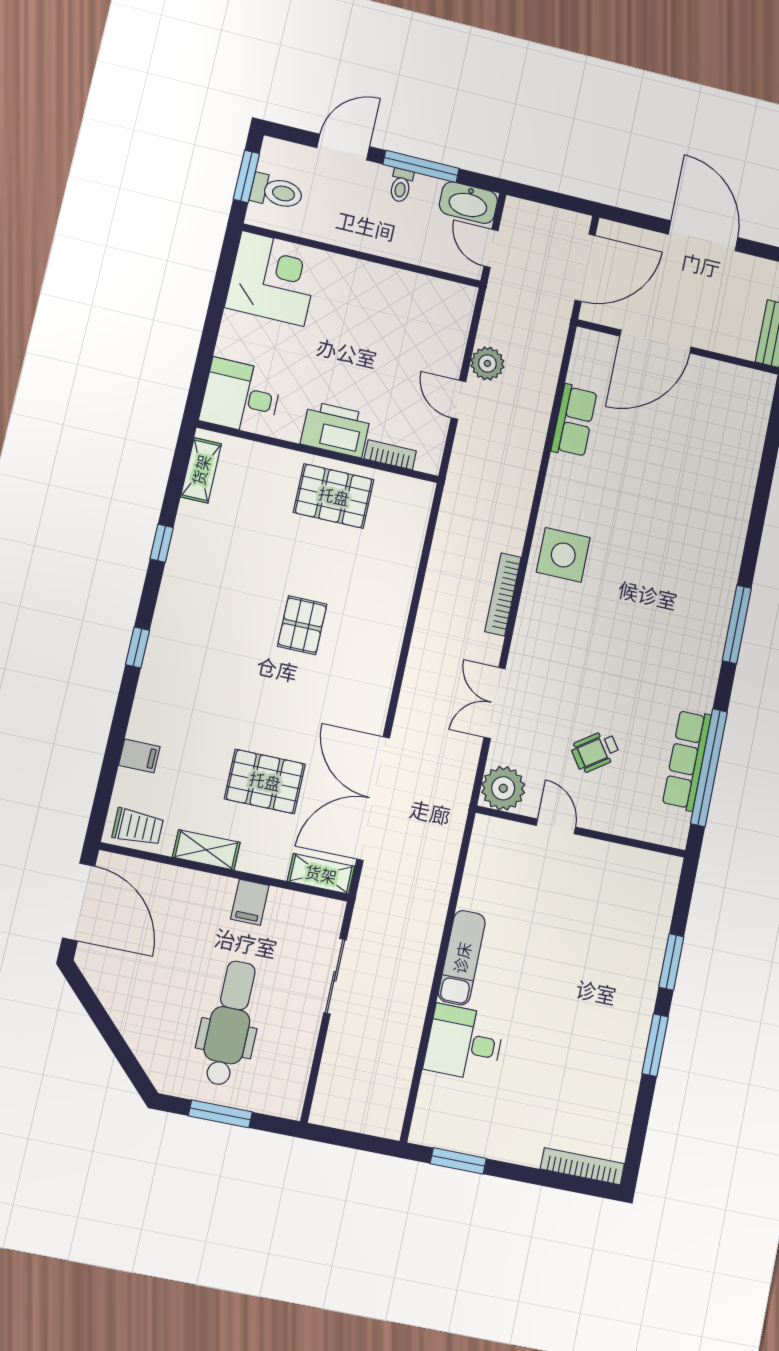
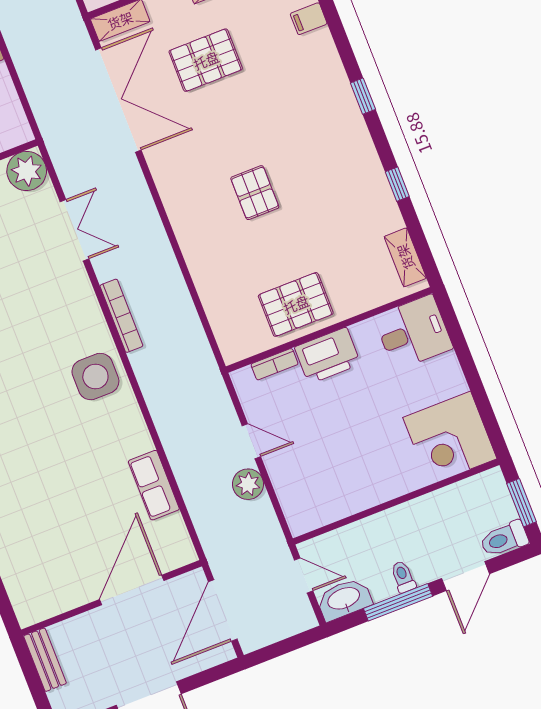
toilet: (277, 192) -> (504, 539), moved

